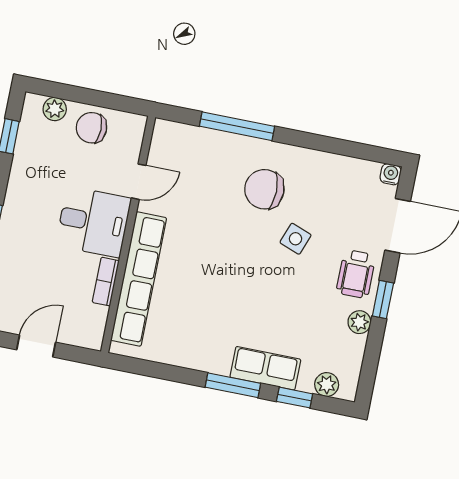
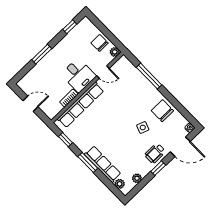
plant: (55, 109) -> (115, 52), moved
chair: (264, 189) -> (162, 111), moved
plant: (359, 322) -> (137, 178), moved
row of seats: (265, 368) -> (103, 164), width x1.48
window: (295, 398) -> (65, 140), moved

